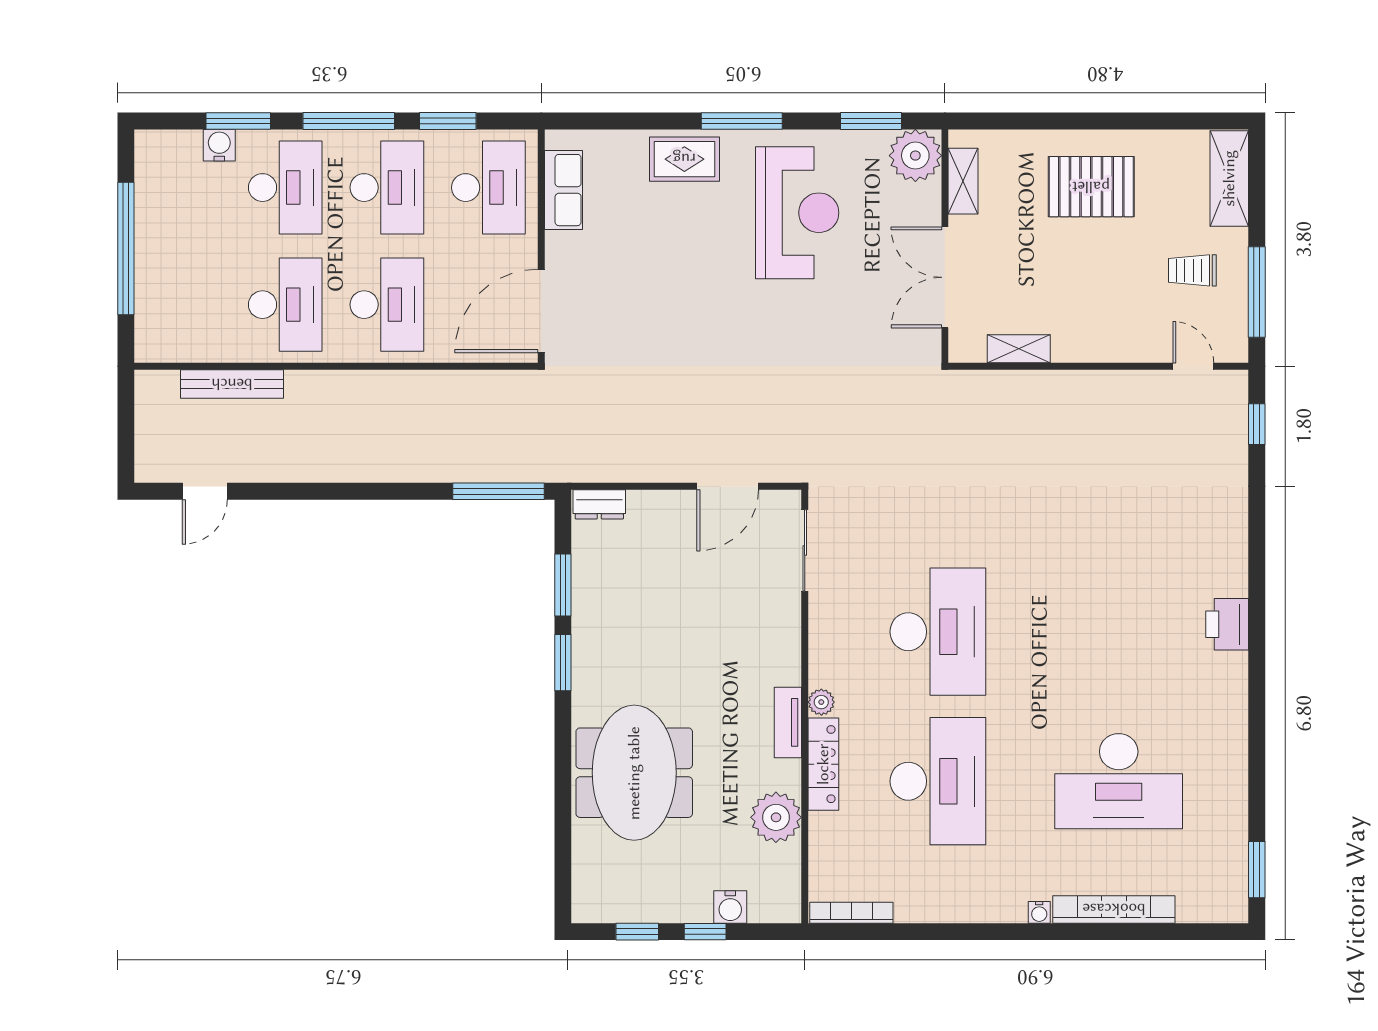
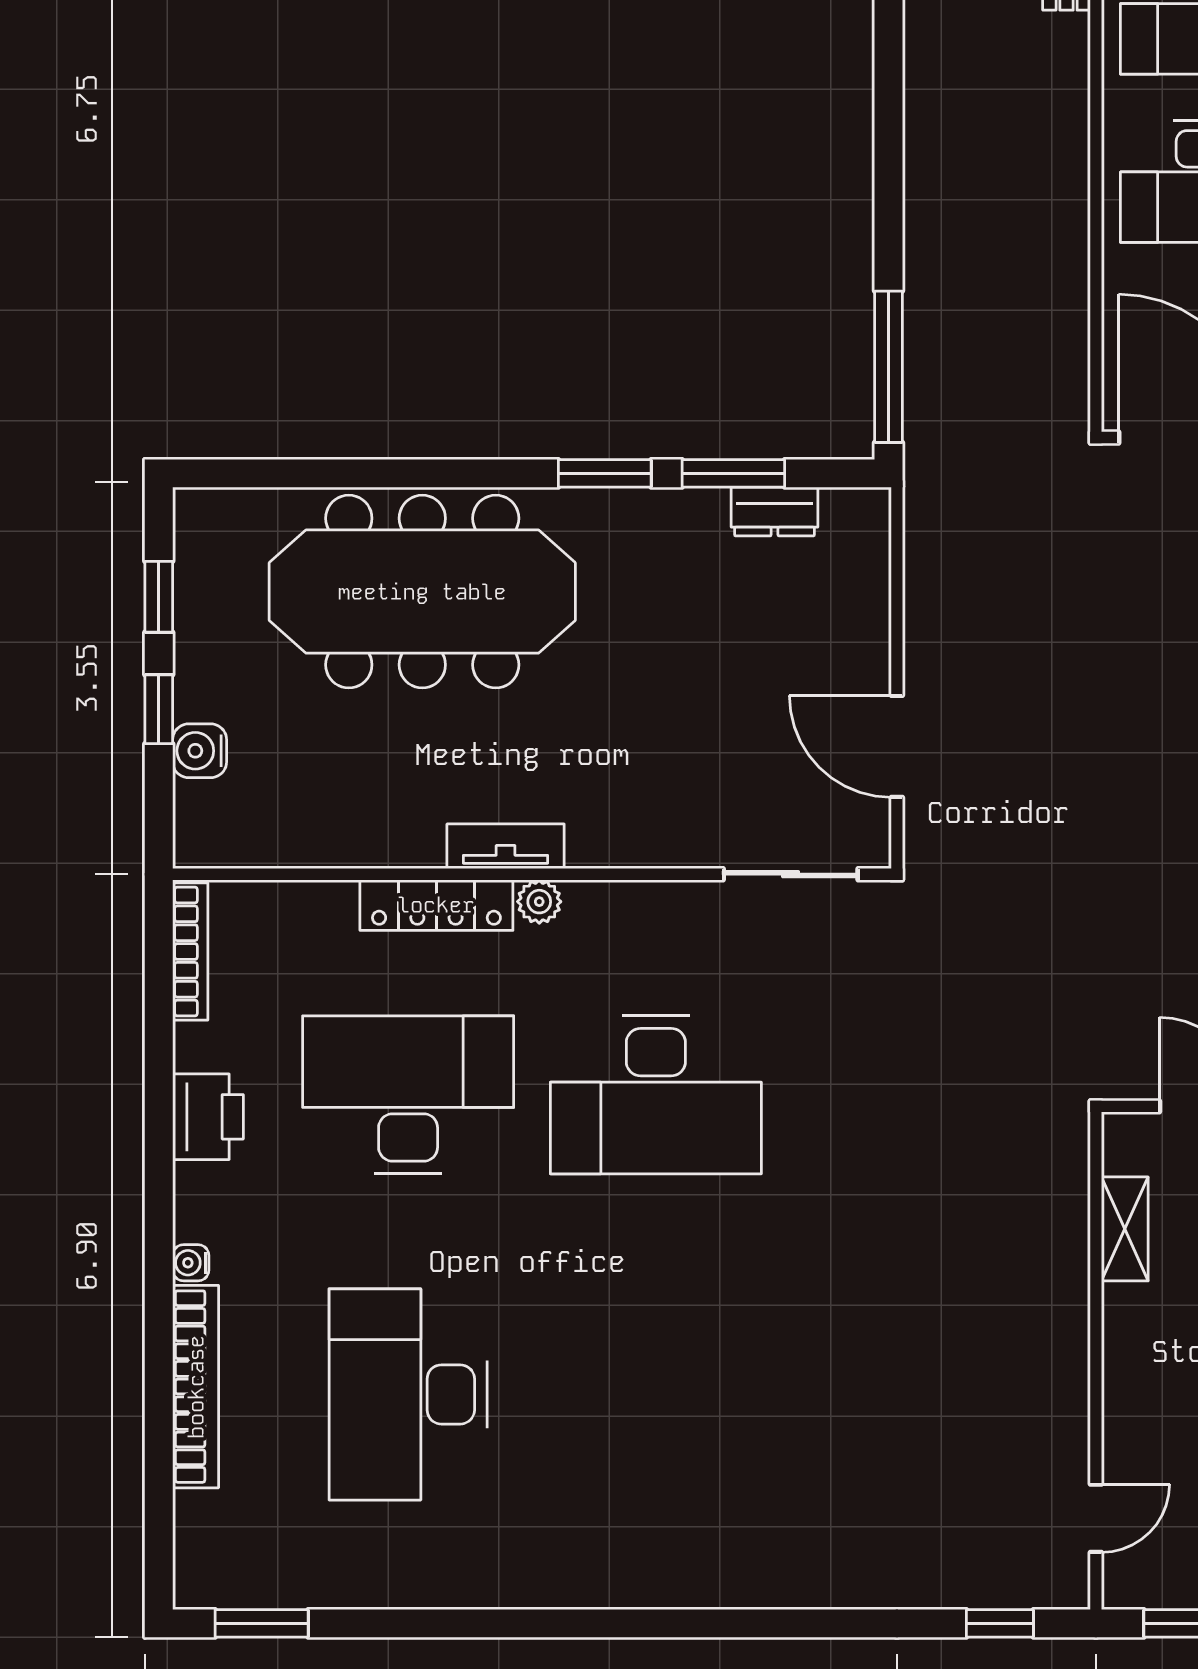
dresser: (599, 504) -> (775, 512), moved, turned -90
printer: (1227, 624) -> (208, 1117), moved, turned 90
meeting table: (634, 773) -> (422, 592), width x1.36
desk: (938, 781) -> (408, 1095), turned 180
plant: (776, 817) -> (348, 827), removed

